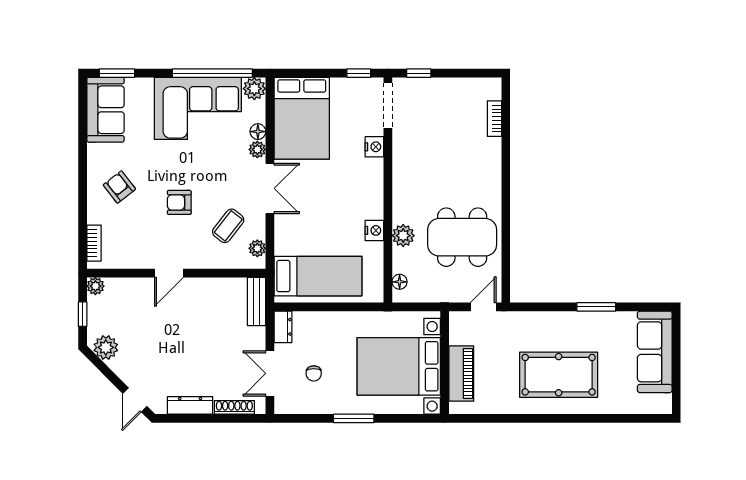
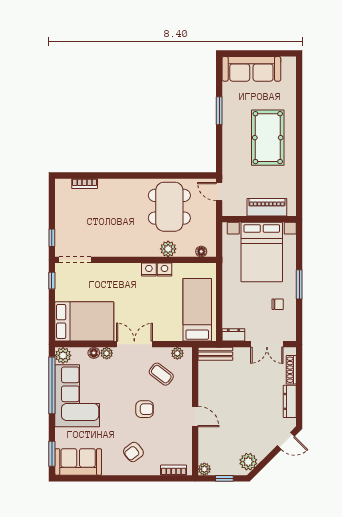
nightstand: (374, 147) -> (149, 270), moved
armchair: (179, 202) -> (145, 409), turned -90
chair: (314, 373) -> (278, 304), moved

